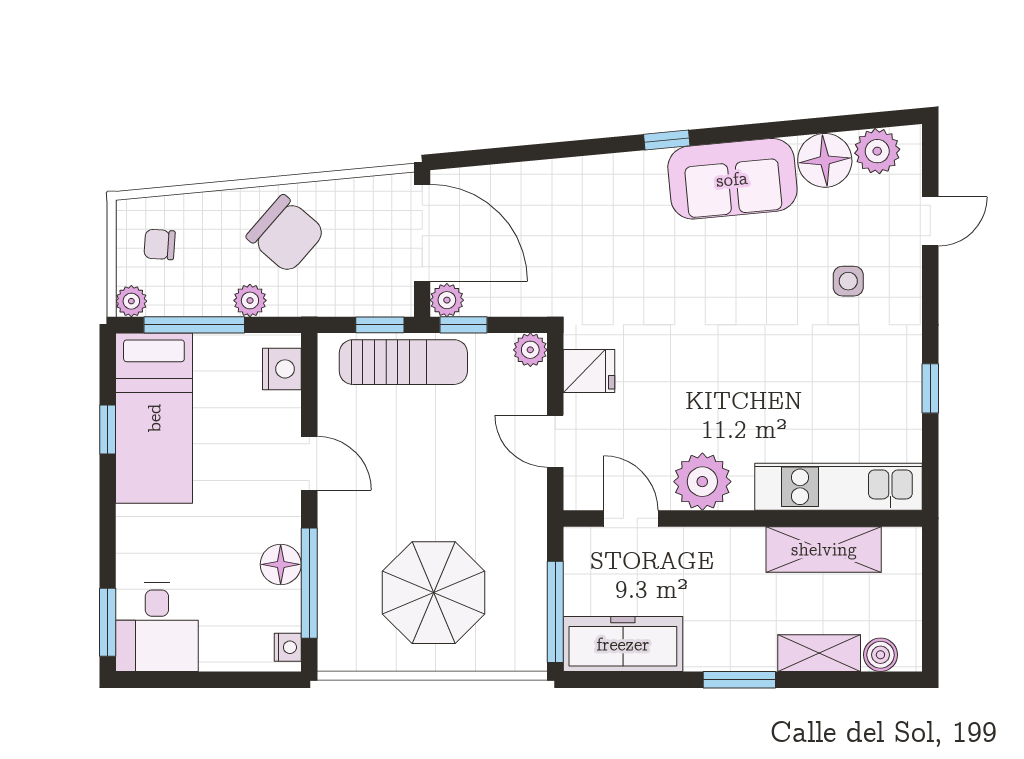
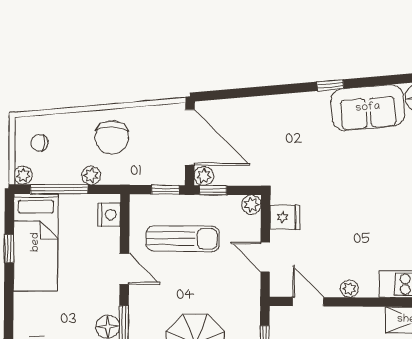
chair: (286, 234) -> (112, 137), turned 49
sun lounger: (403, 362) -> (183, 239), moved
plant: (702, 482) -> (349, 289), width x0.53, depth x0.53

